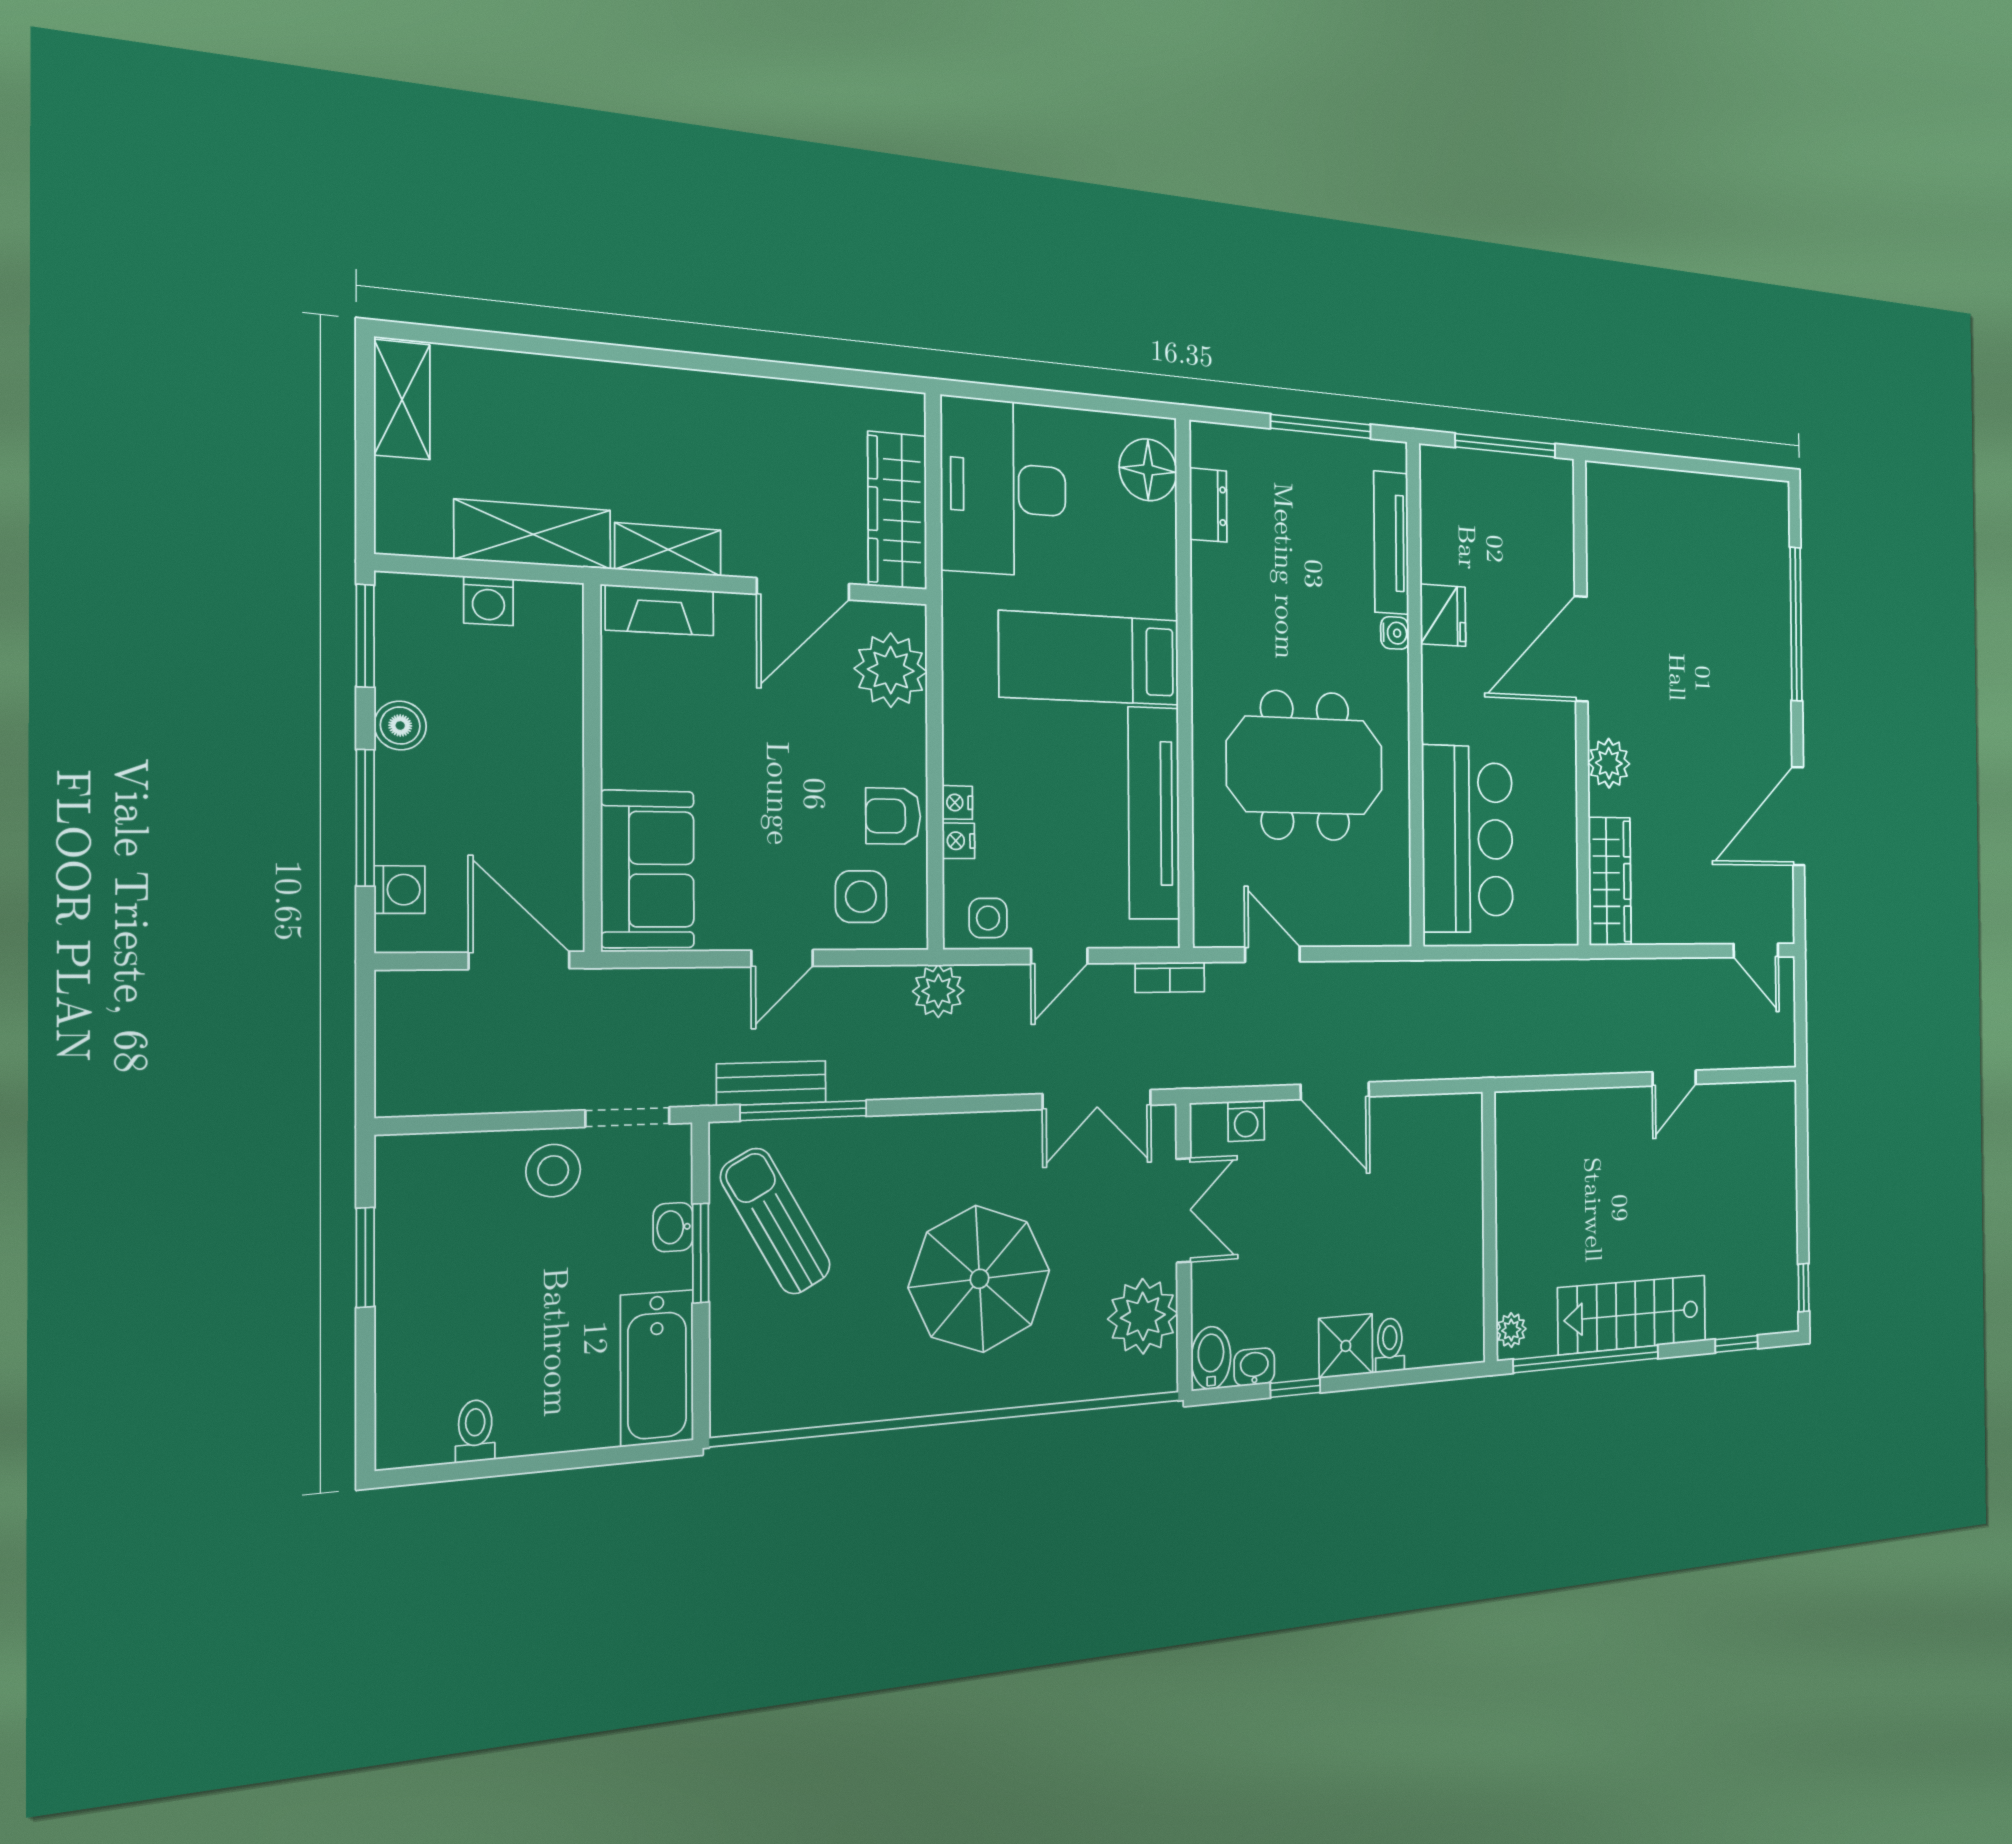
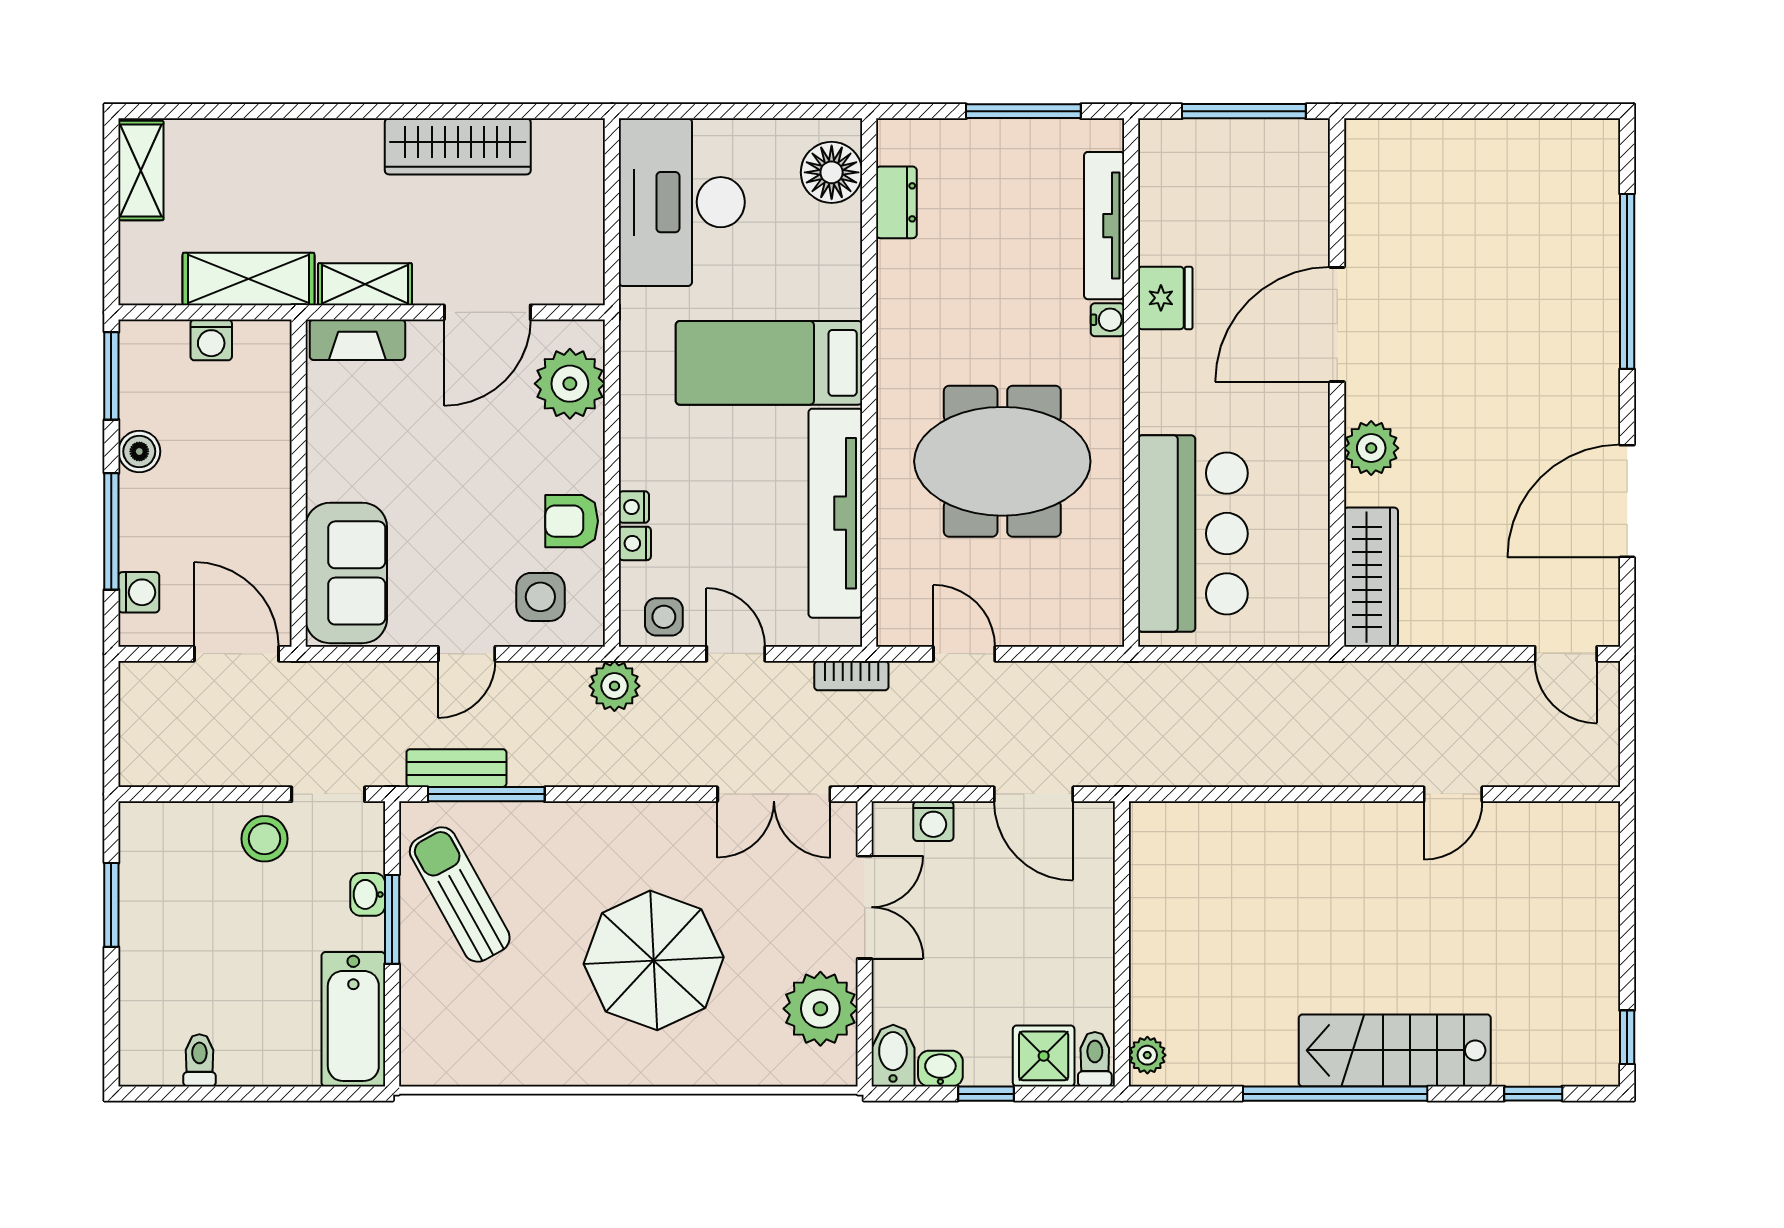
wardrobe: (897, 511) -> (458, 146), moved, turned -90
door: (1059, 956) -> (736, 654), swing flipped
wall: (1490, 1227) -> (1122, 944), moved
plant: (1511, 1330) -> (1147, 1055), moved

